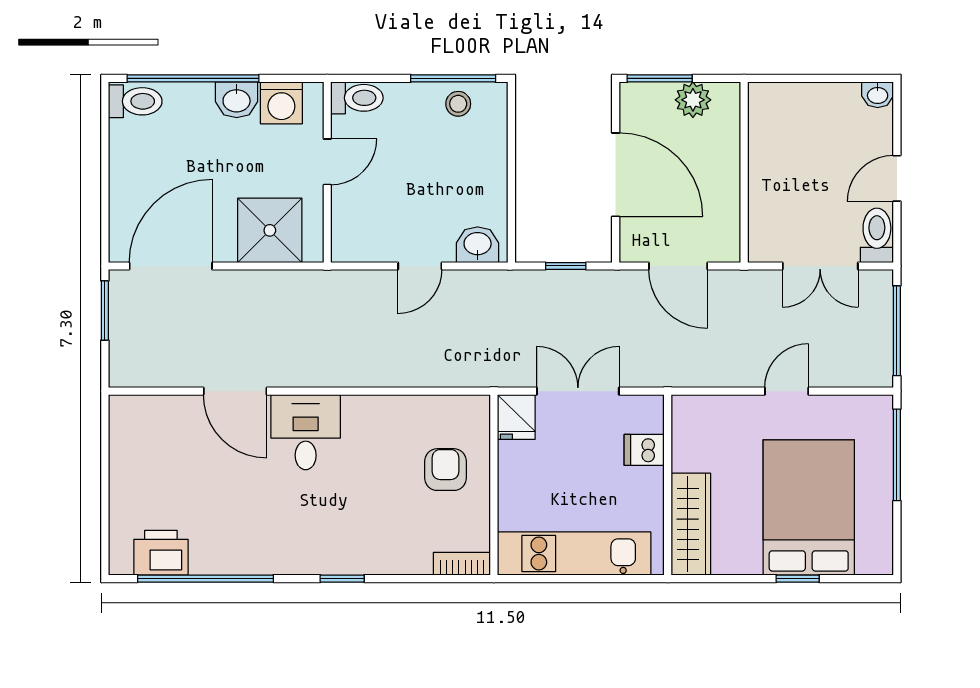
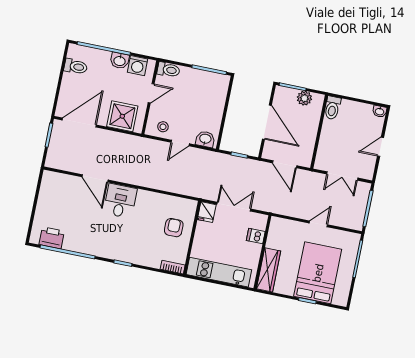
toilet: (135, 101) -> (76, 67), moved
stool: (458, 104) -> (163, 127), moved
toilet: (877, 235) -> (332, 108), moved, turned 180

